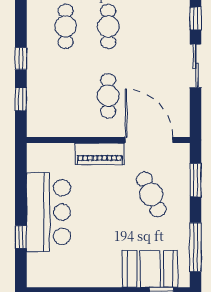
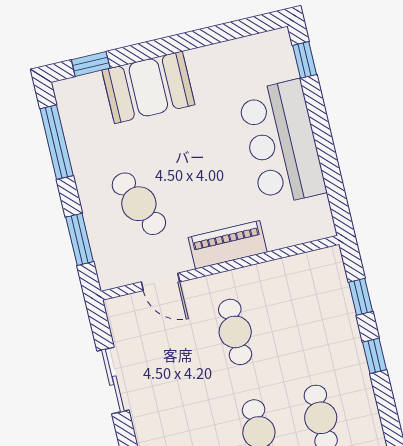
sliding door: (196, 66) -> (113, 381), moved
door: (149, 140) -> (160, 282), width x0.53
window: (21, 237) -> (305, 60), moved
booth: (150, 269) -> (148, 87), moved

